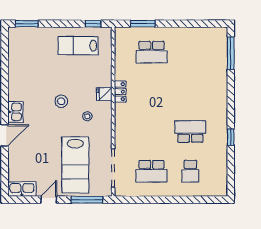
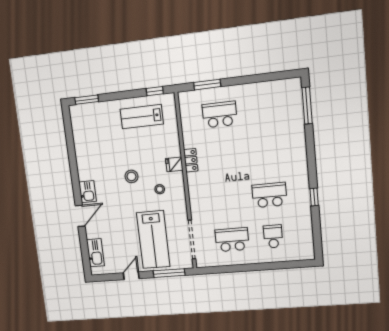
school desk: (152, 52) -> (220, 115), turned 180
school desk: (152, 171) -> (232, 240), turned 180
school desk: (190, 171) -> (273, 236), turned 180
kitchen sink: (22, 189) -> (95, 253), moved, turned 90

